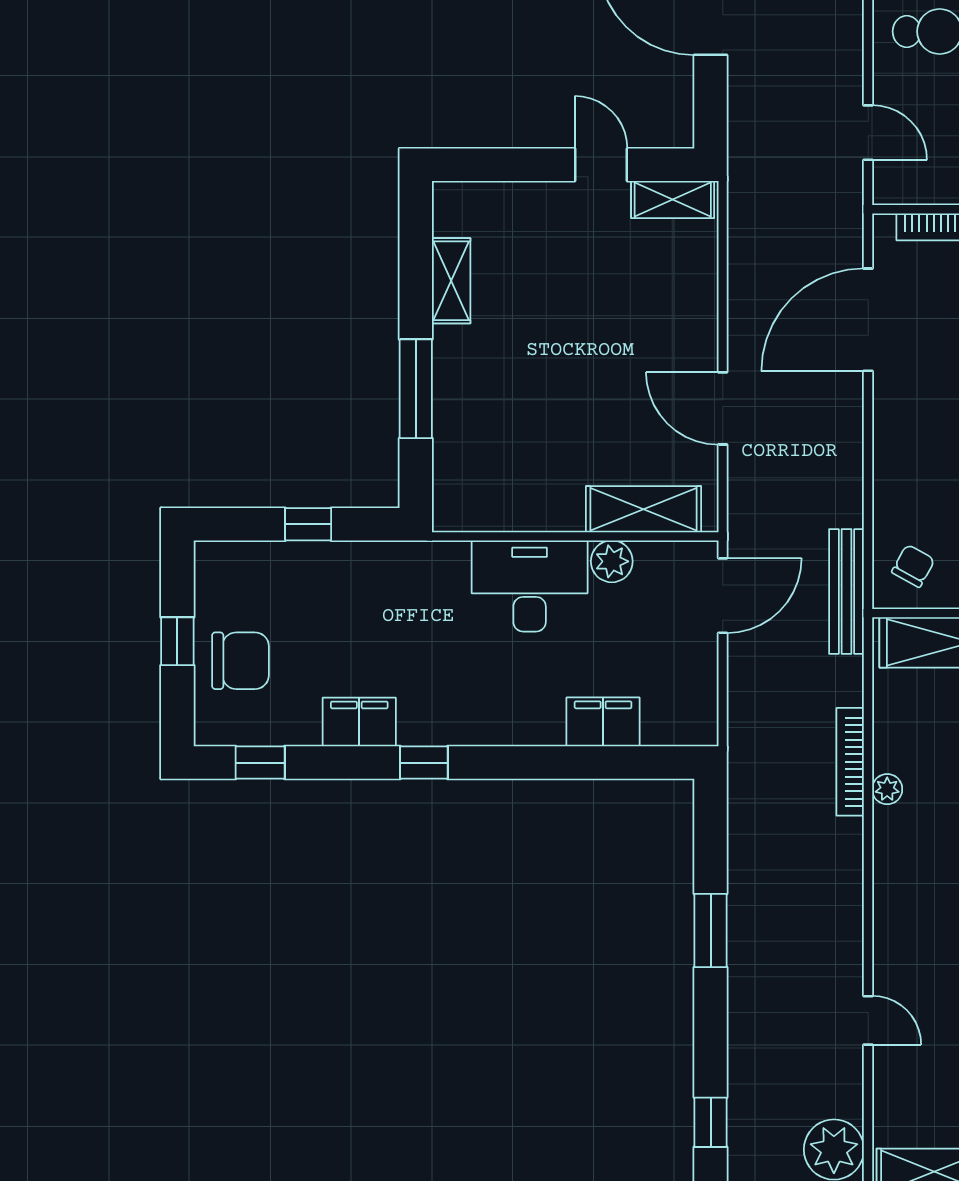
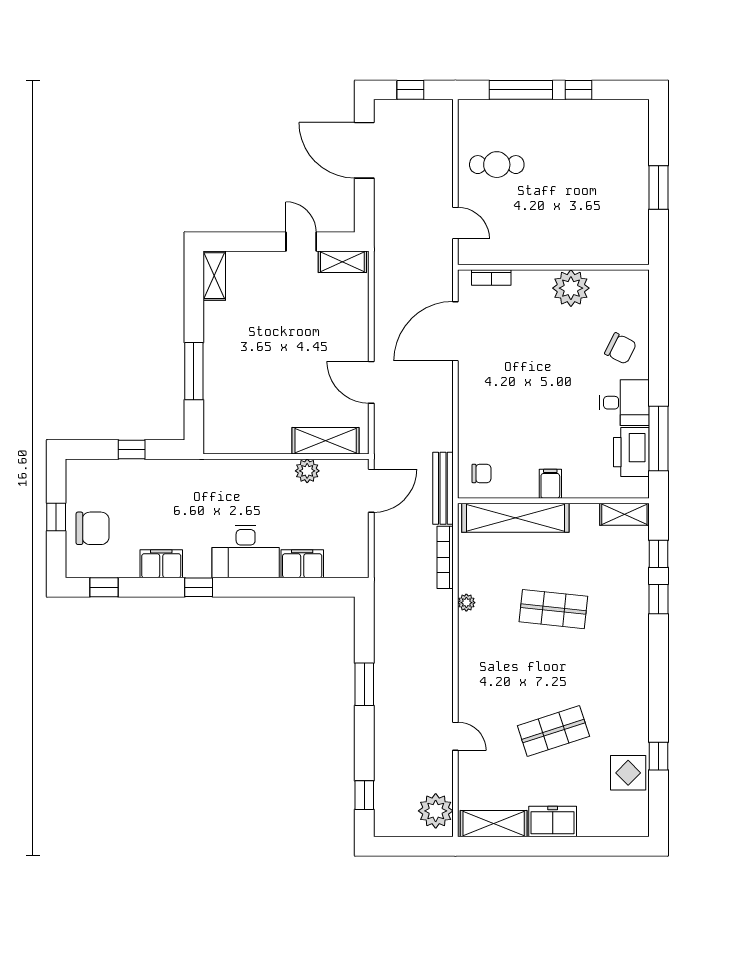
shelving: (451, 281) -> (214, 276), moved
chair: (913, 566) -> (481, 473), turned 61
desk: (530, 586) -> (246, 551), moved, turned 180
bookcase: (850, 762) -> (445, 557), moved

